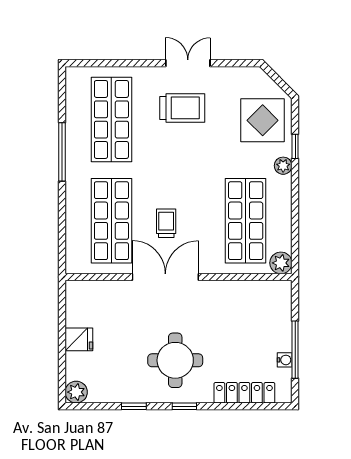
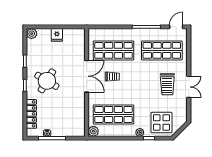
door: (62, 90) -> (176, 27), added
round table: (175, 360) -> (47, 81), turned 31

